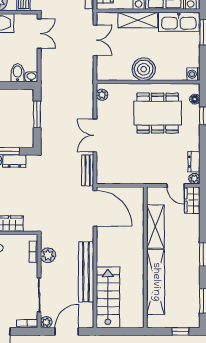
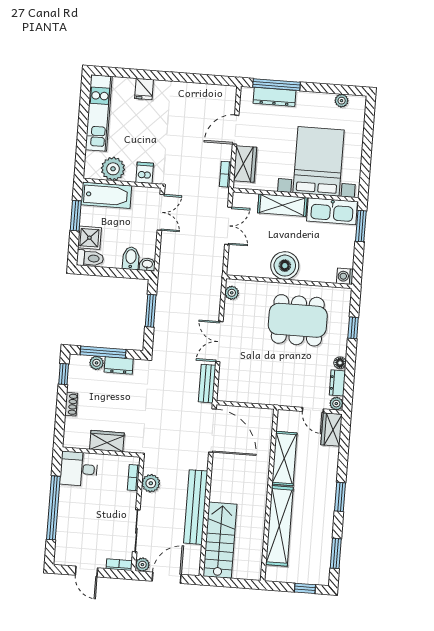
floor lamp: (195, 99) -> (340, 363), moved

